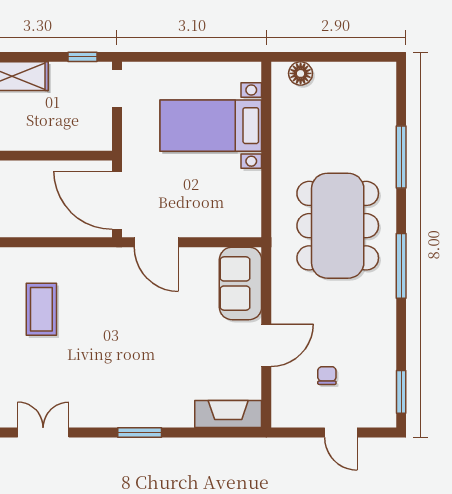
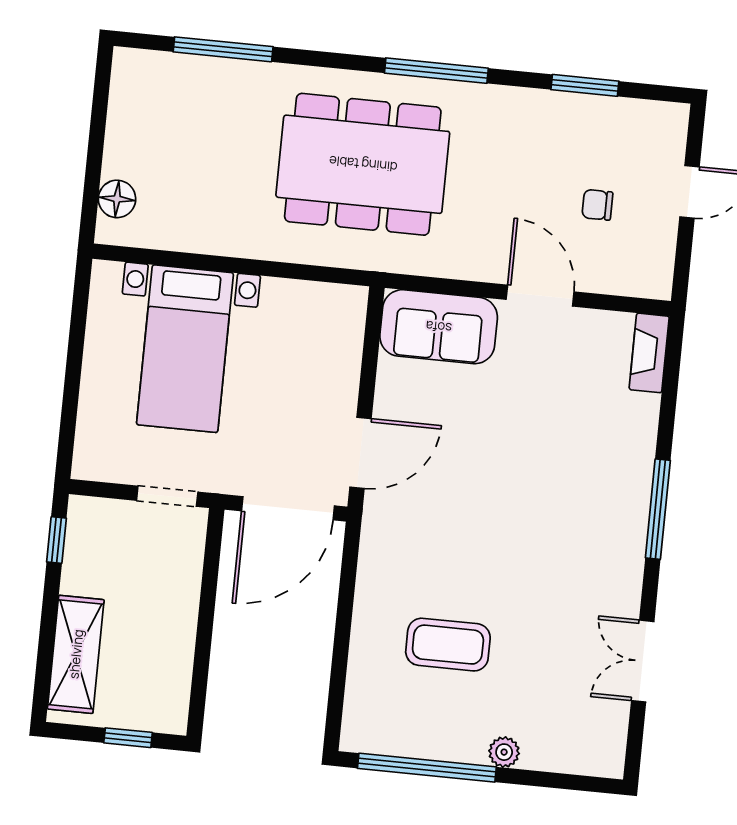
doorway: (117, 88) -> (167, 496), moved
window: (401, 157) -> (223, 49), moved
window: (401, 392) -> (585, 85), moved
fireplace: (228, 414) -> (649, 353), width x0.73, depth x0.76
window: (140, 433) -> (658, 509), width x1.44

